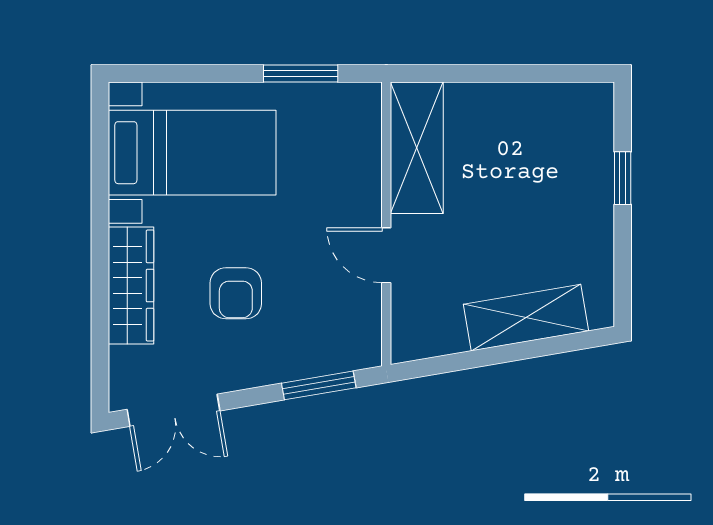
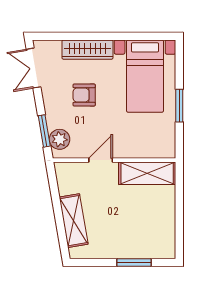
window: (301, 73) -> (179, 106), moved
window: (623, 178) -> (134, 263), width x1.50
plant: (338, 350) -> (60, 139), added

